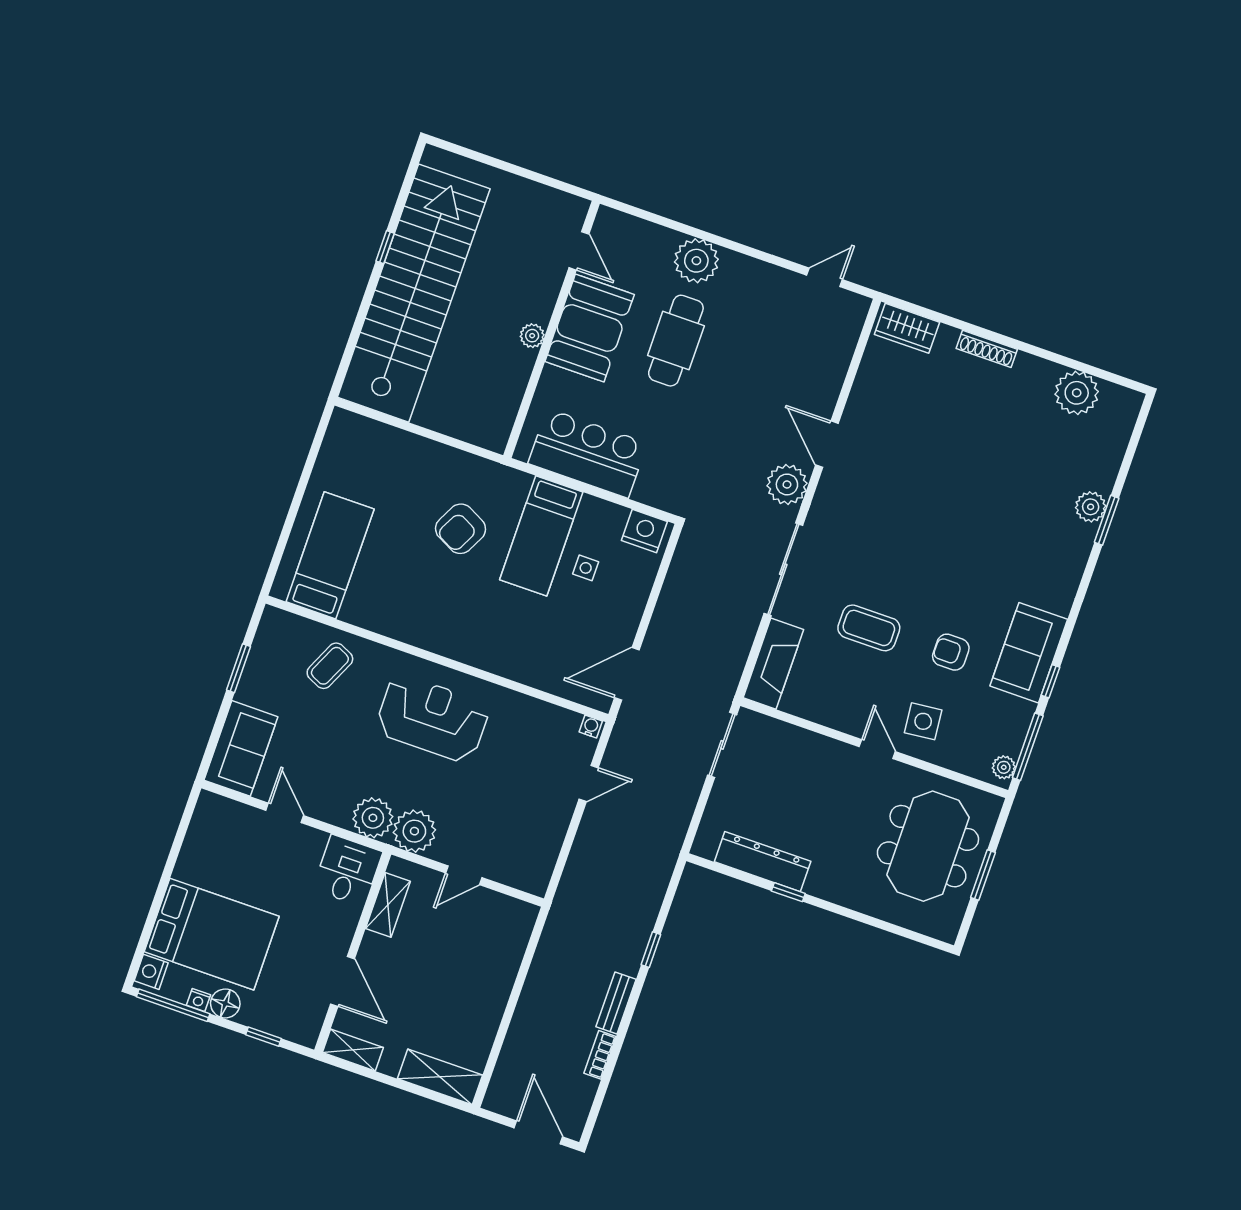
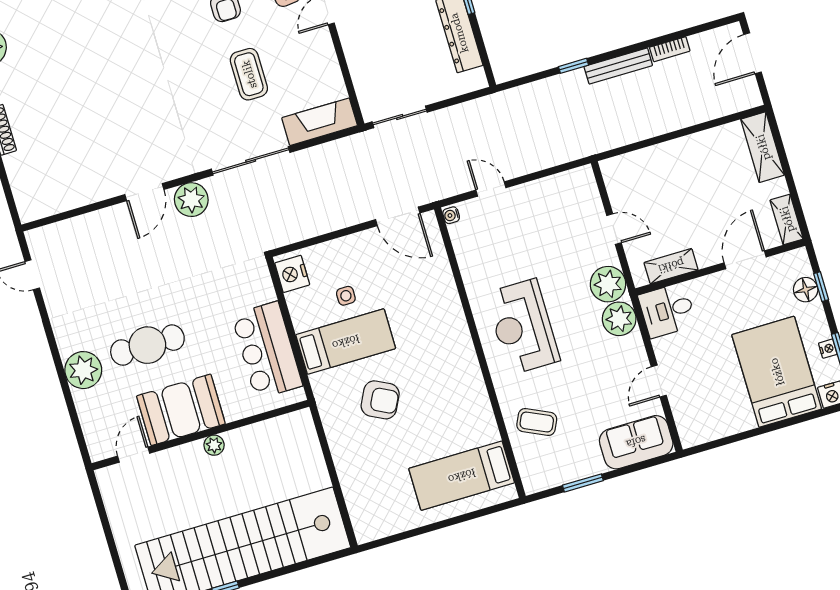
wardrobe: (907, 328) -> (27, 194), removed
floor lamp: (225, 1003) -> (806, 290), moved
bench: (616, 1003) -> (618, 66), width x1.36

